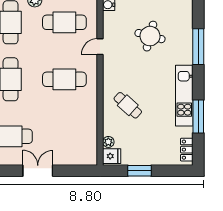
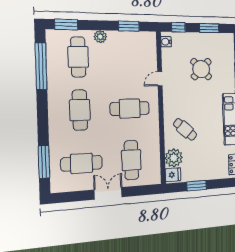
cafe table: (64, 22) -> (131, 160), moved, turned 90
round table: (150, 36) -> (201, 69), turned 30
plant: (108, 142) -> (174, 158), width x1.88, depth x1.88

